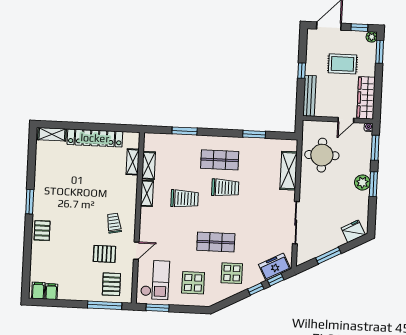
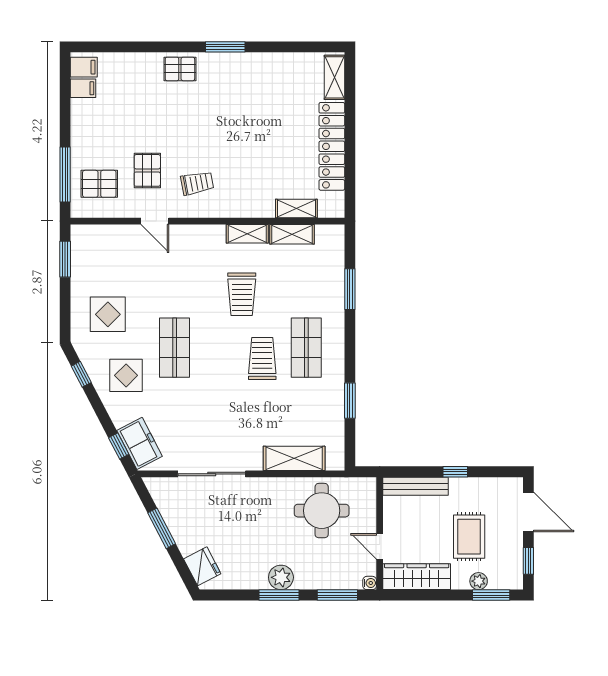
plant: (372, 37) -> (479, 581), moved
trolley: (225, 188) -> (262, 358), turned 180
checkout: (155, 280) -> (110, 253), removed
window: (256, 289) -> (81, 374), moved

